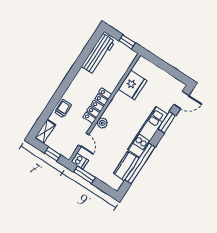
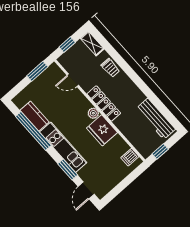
fridge: (133, 85) -> (102, 130), moved
plant: (102, 123) -> (93, 113), moved
dishwasher: (80, 161) -> (130, 157), moved

